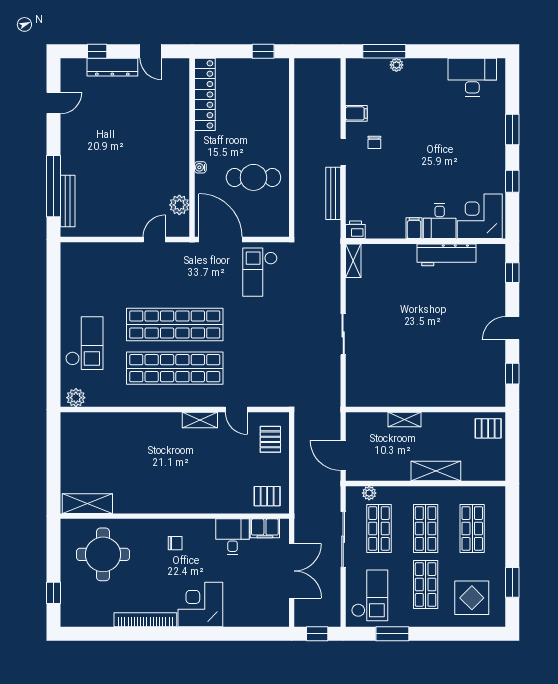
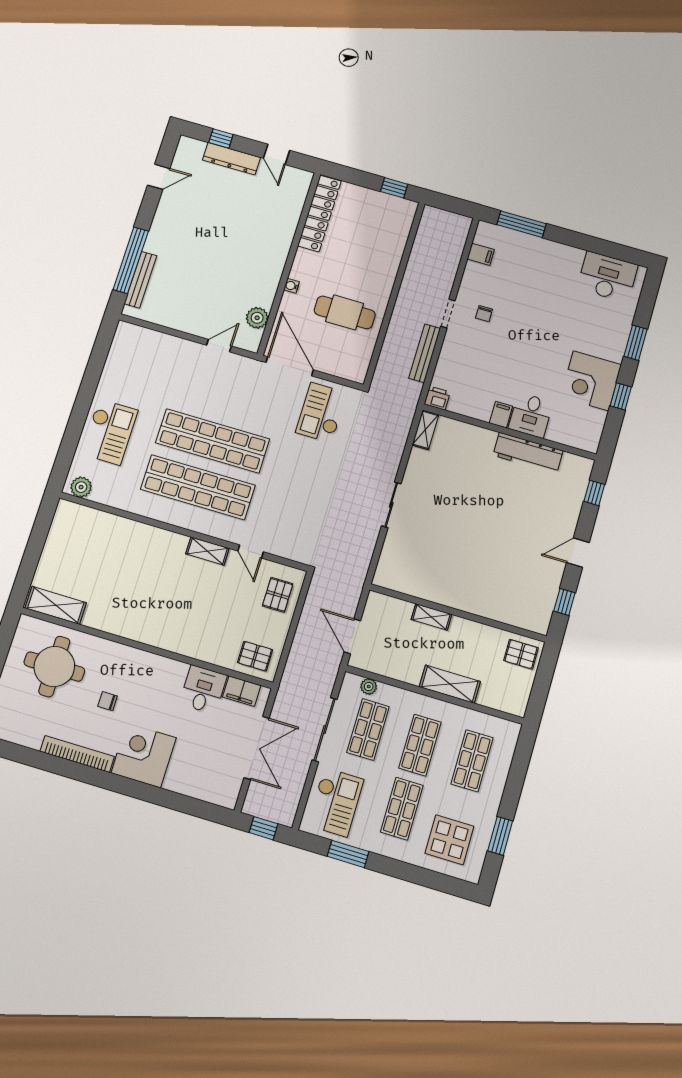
plant: (396, 65) -> (531, 241), removed
filing cabinet: (356, 113) -> (481, 254), moved
corner desk: (480, 216) -> (591, 381), moved, turned -90
chair: (175, 543) -> (108, 701), moved, turned 180

